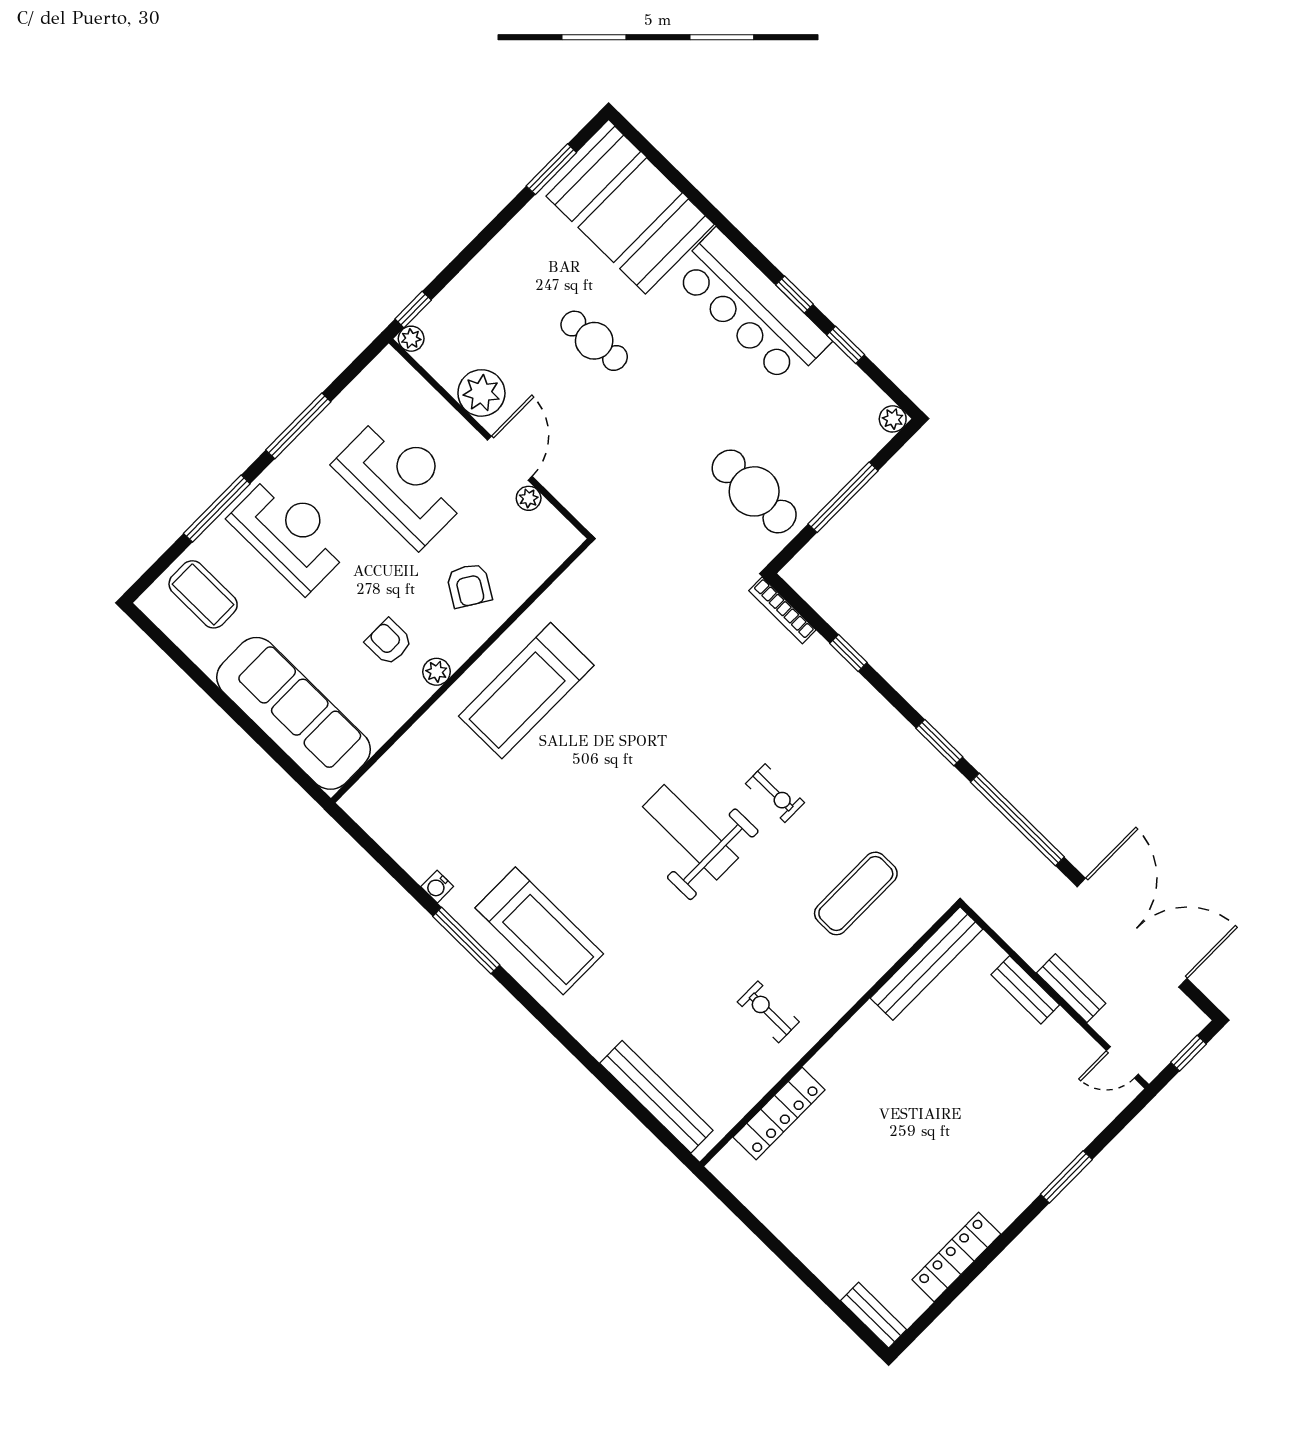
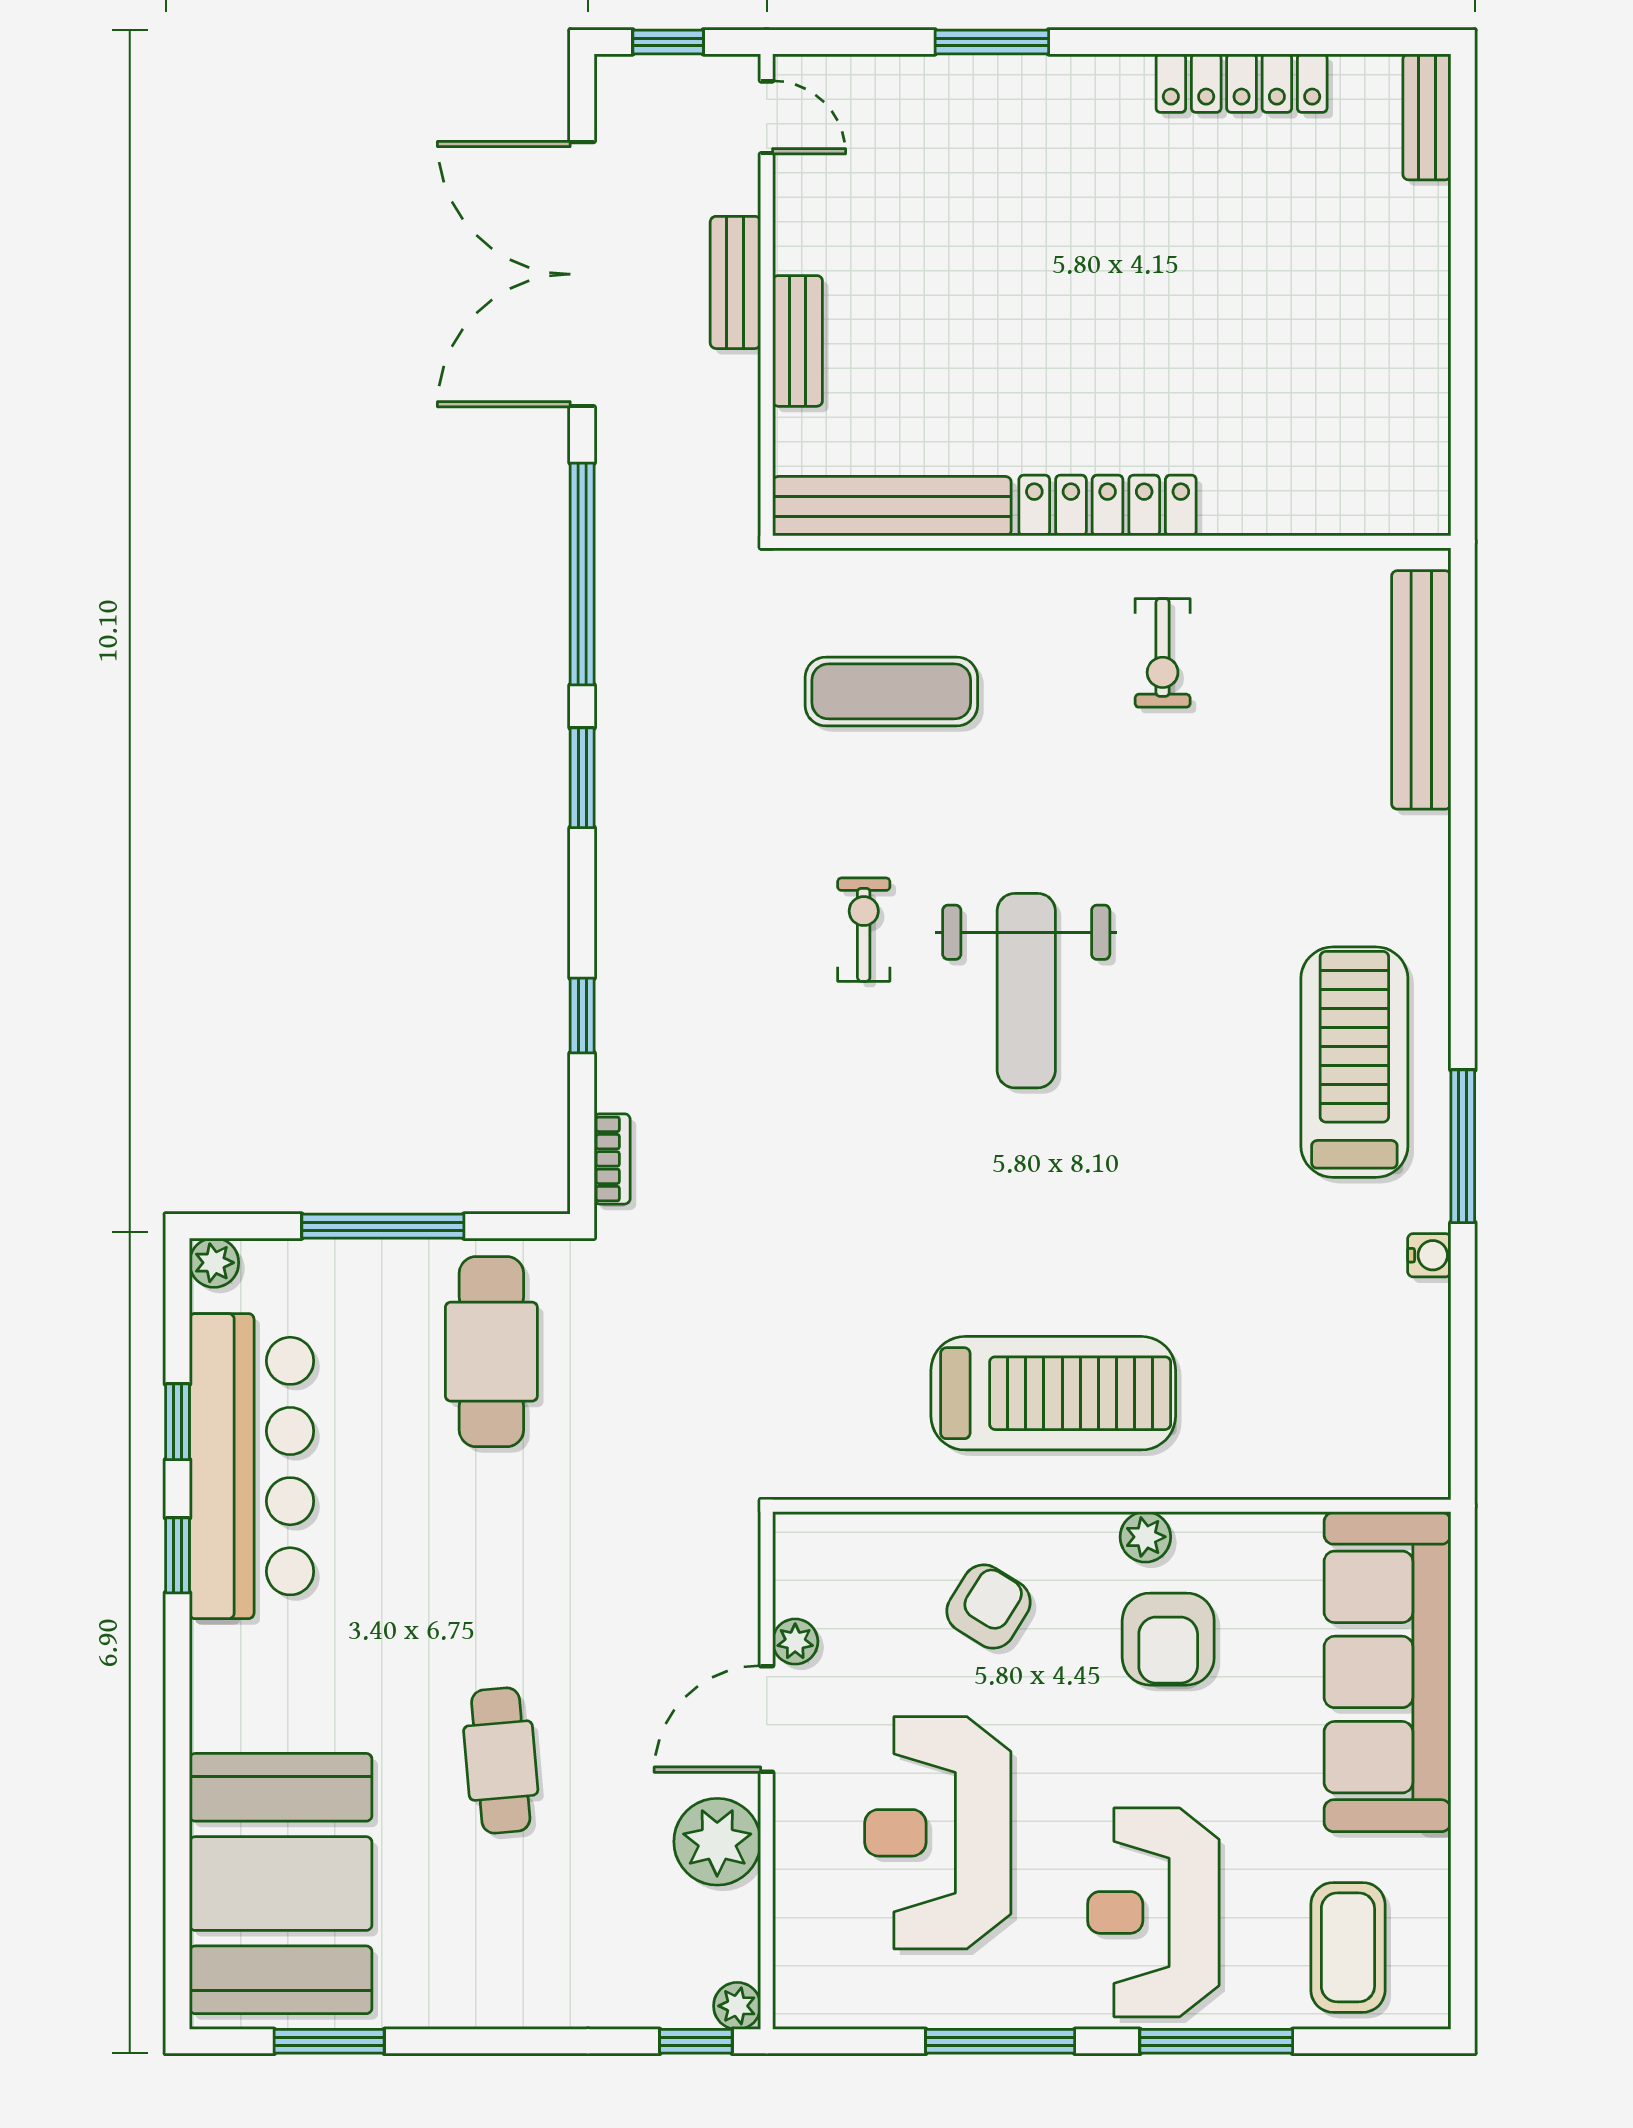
bar counter: (751, 307) -> (252, 1466), moved
bookcase: (782, 610) -> (612, 1159), width x0.64
armchair: (389, 642) -> (1168, 1639), width x1.38, depth x1.38
locker: (779, 1114) -> (1108, 506), moved

